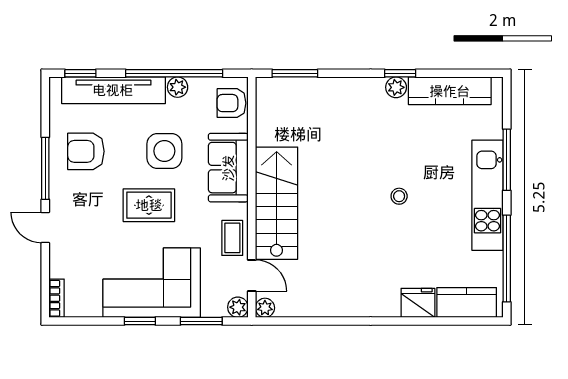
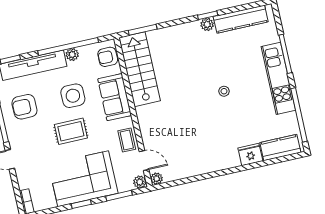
stairs: (277, 203) -> (140, 69), moved

